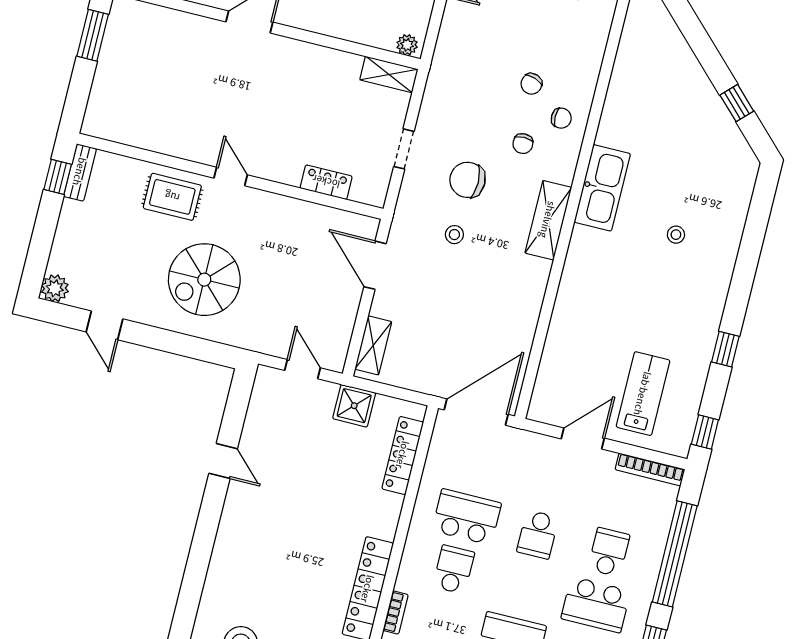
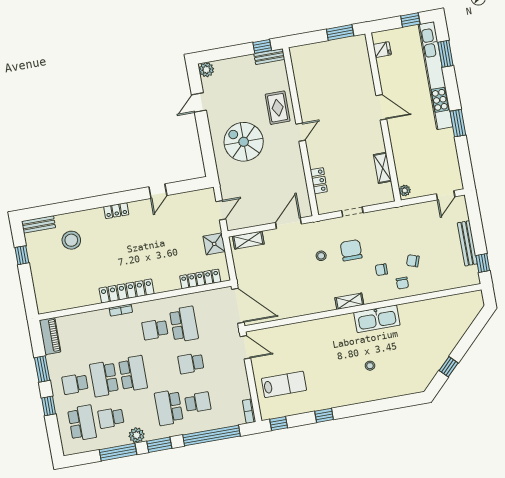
shelving: (389, 74) -> (382, 168), moved
shelving: (548, 220) -> (349, 301), width x0.67, depth x0.75
door: (583, 439) -> (245, 347), moved
bookcase: (650, 469) -> (249, 411), width x0.64
locker: (225, 546) -> (116, 211), added
school desk: (454, 570) -> (155, 329), turned 180

